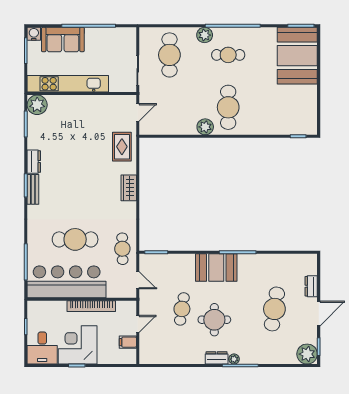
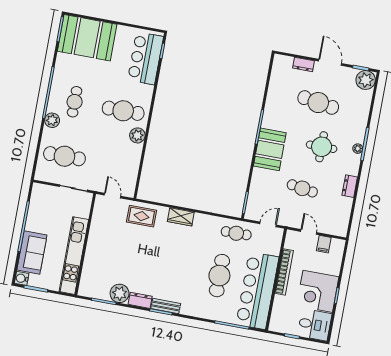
plant: (37, 105) -> (120, 293), moved
bar counter: (287, 120) -> (145, 58), added
round table: (214, 320) -> (322, 147), moved
dresser: (217, 358) -> (350, 186), moved

